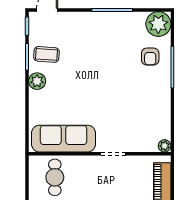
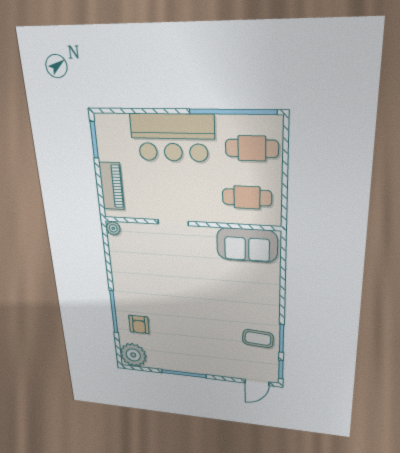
armchair: (150, 57) -> (139, 324), turned 180
plant: (37, 81) -> (270, 312), removed
sofa: (63, 139) -> (247, 245), width x0.73
cafe table: (55, 177) -> (247, 197), turned 90

